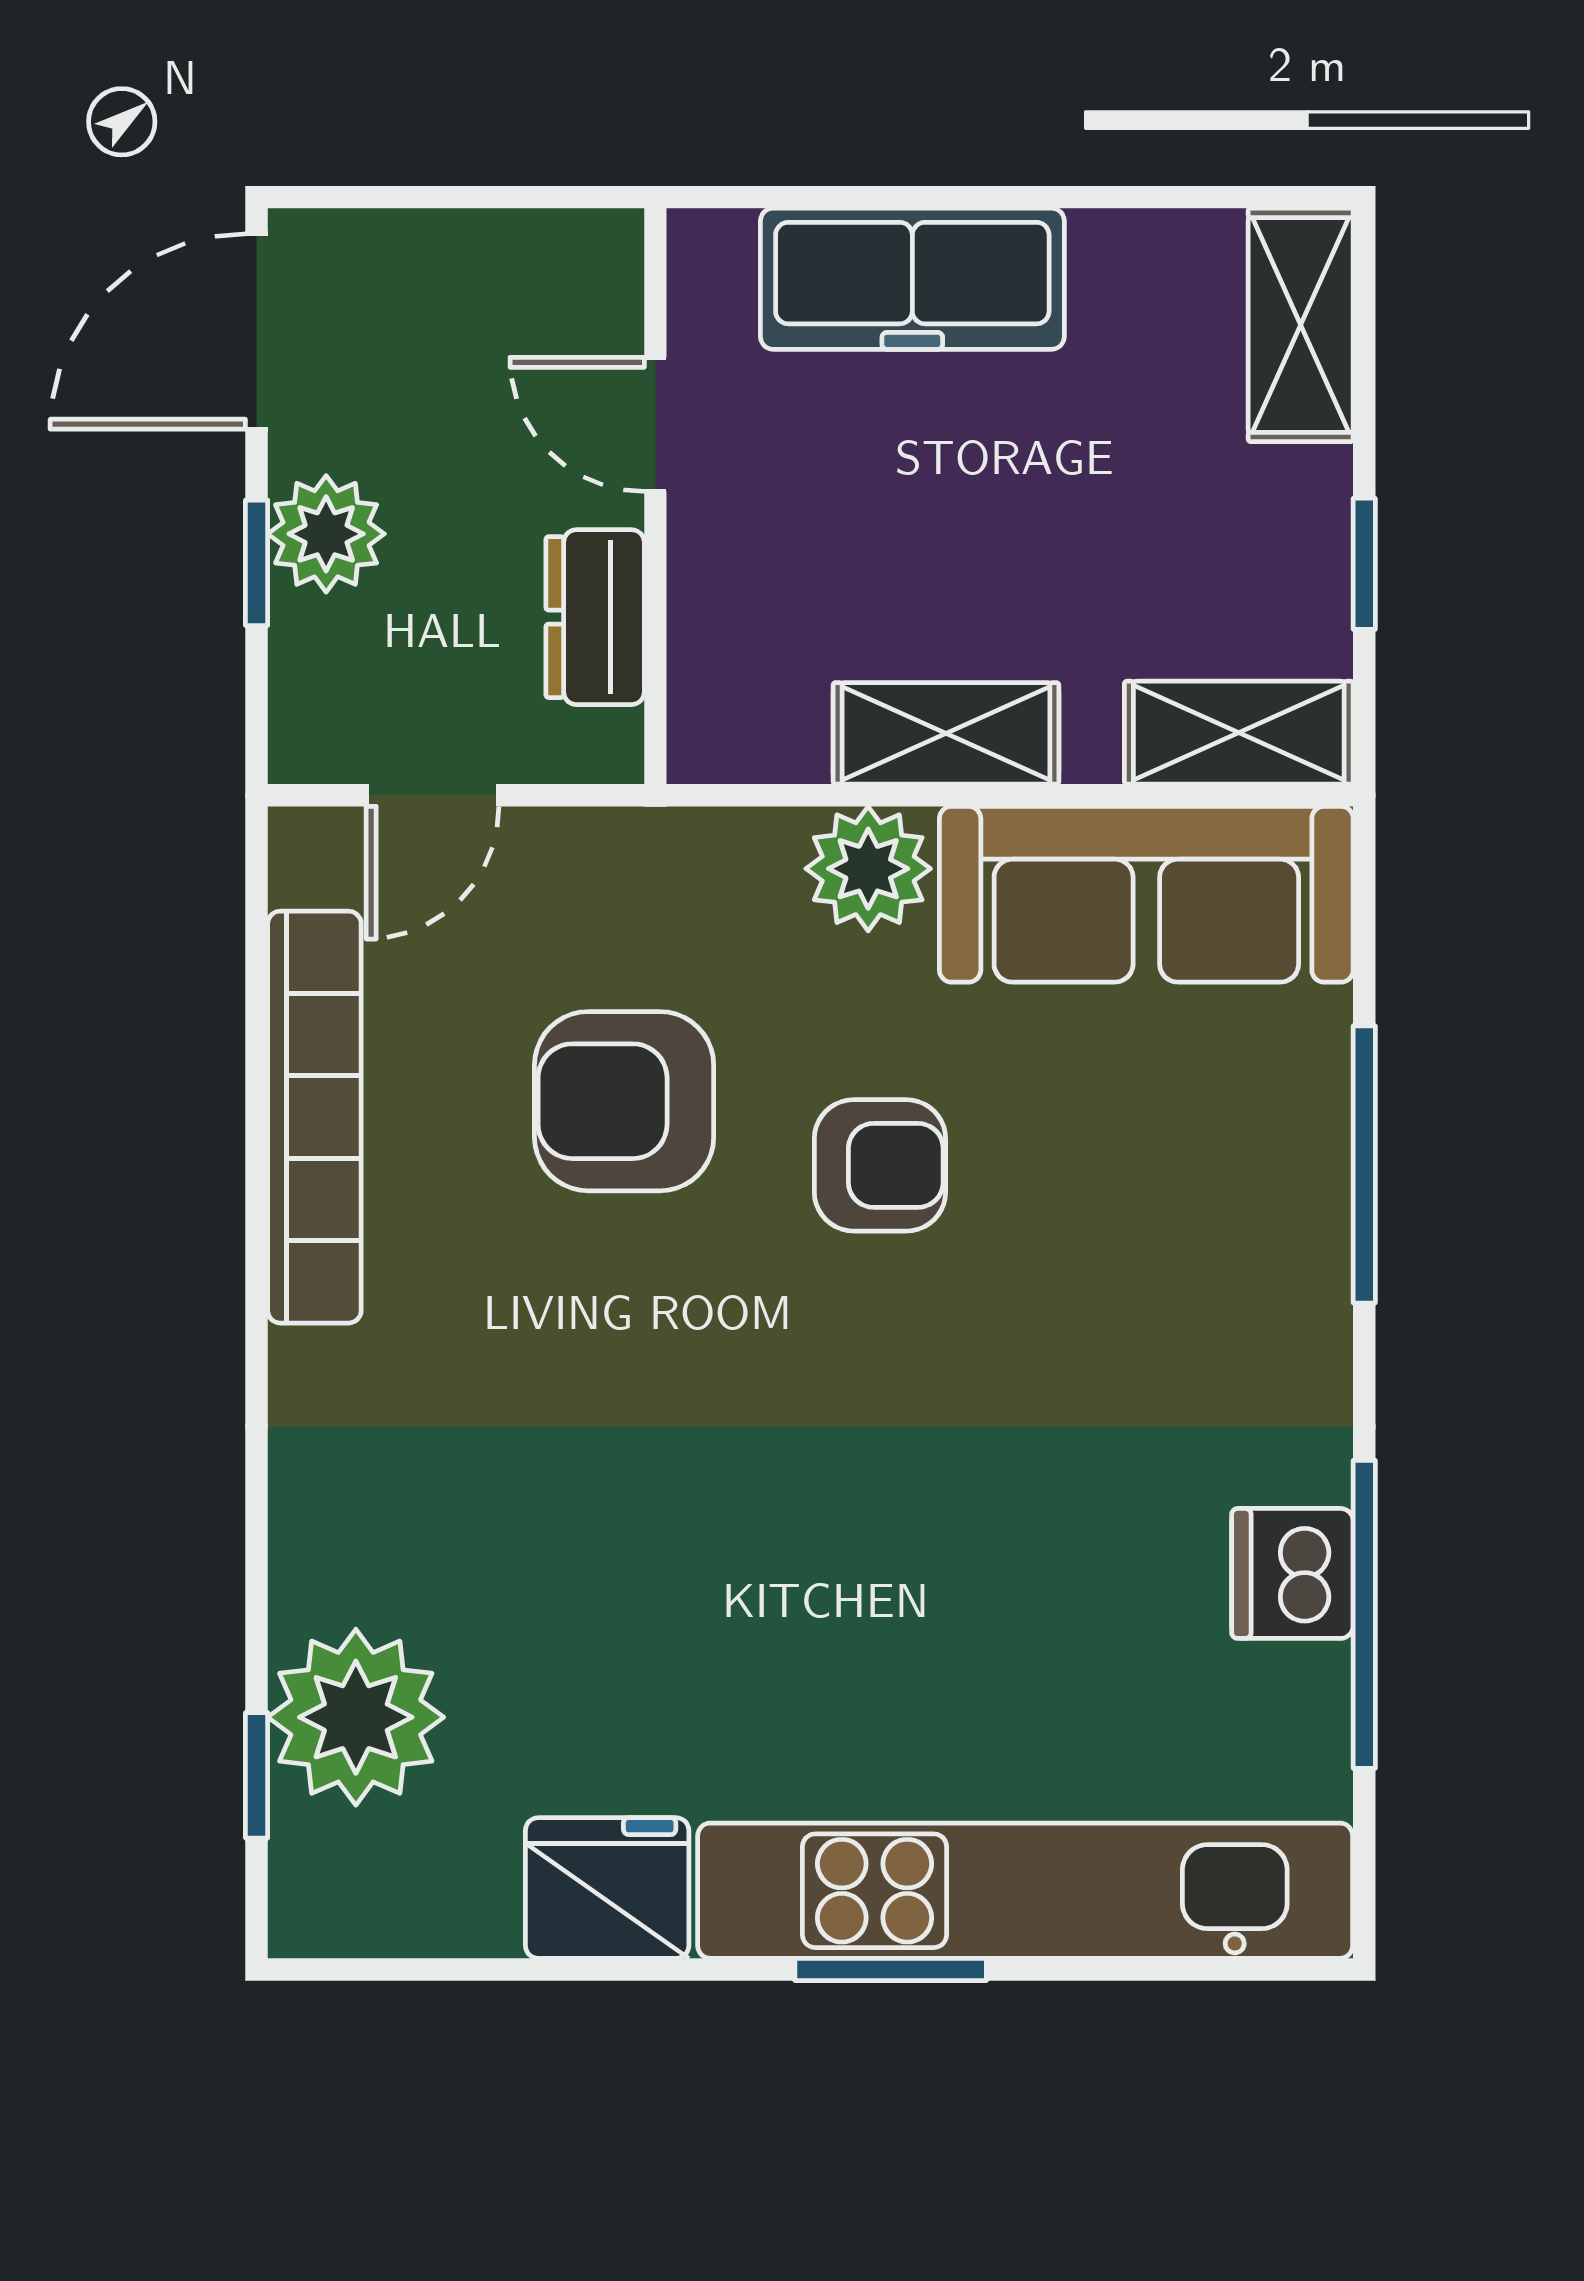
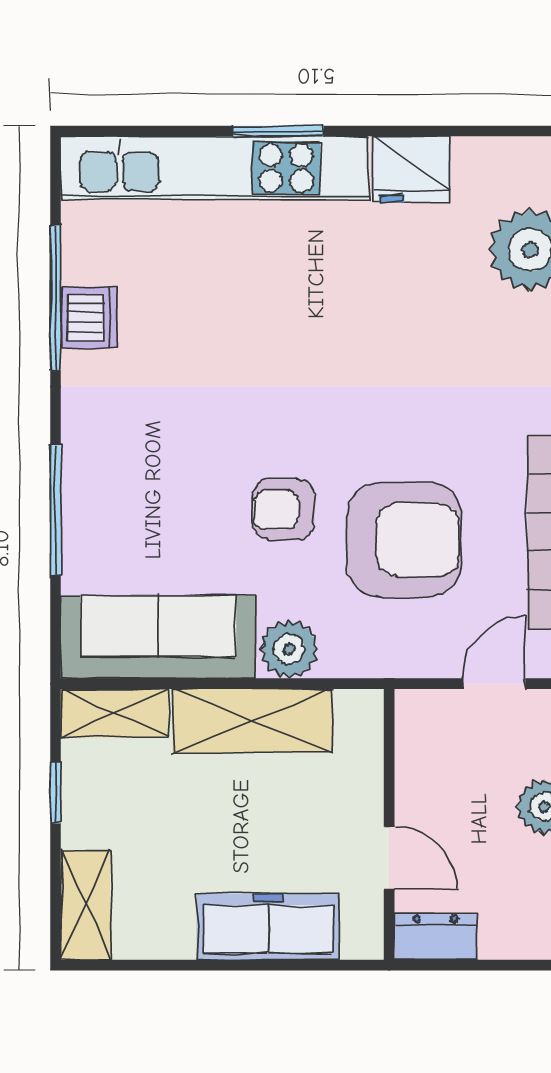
dresser: (595, 617) -> (436, 937), moved, turned -90
shelving: (946, 733) -> (252, 721), width x1.50, depth x1.33
armchair: (624, 1101) -> (404, 540), width x1.36, depth x1.36

